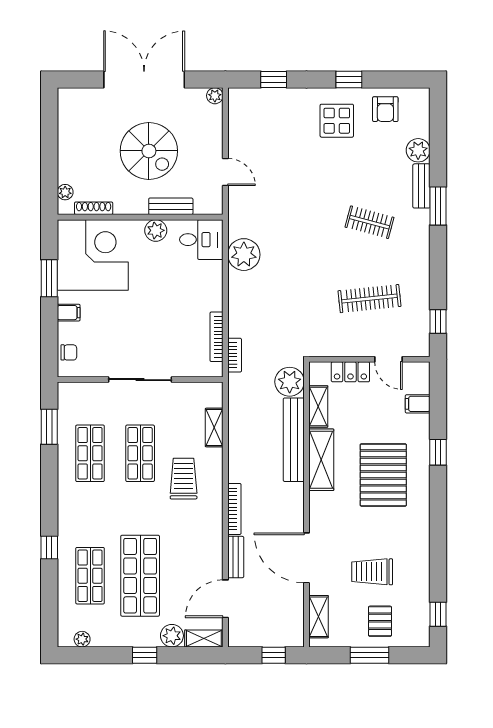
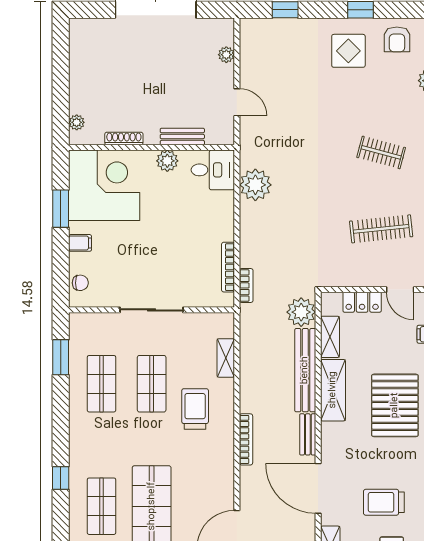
plant: (215, 96) -> (226, 55), moved
spiral stairs: (149, 151) -> (160, 81), removed
shoe rack: (94, 208) -> (124, 138), moved
bench: (236, 557) -> (308, 434), moved

